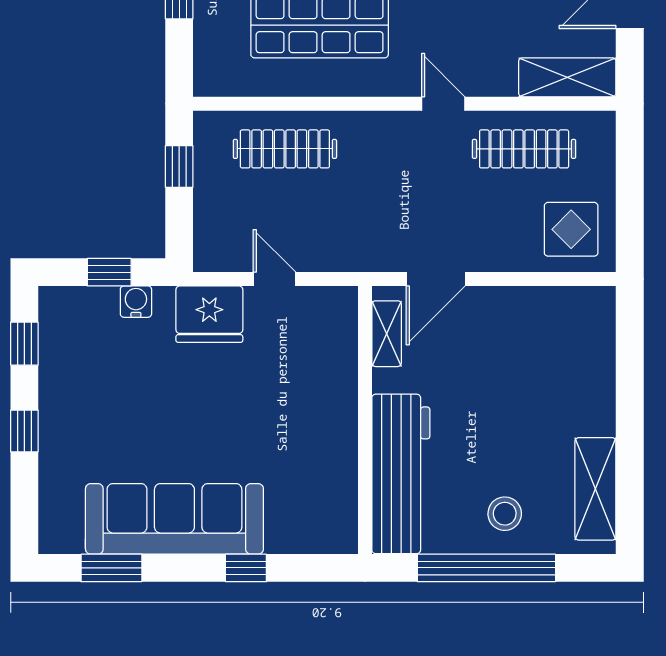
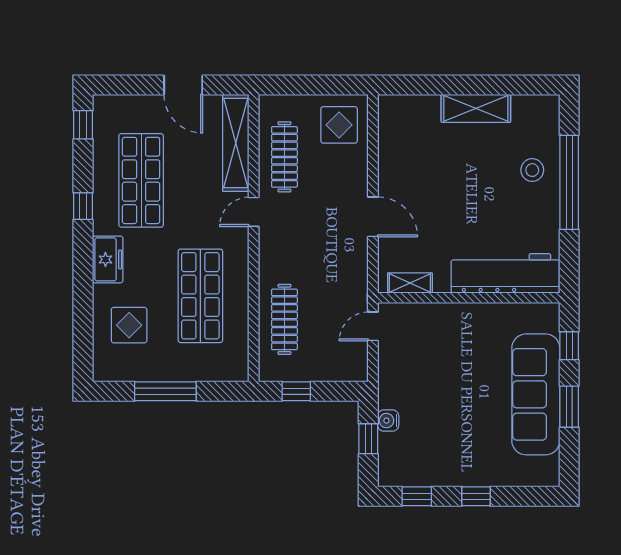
shelving: (567, 77) -> (236, 143), width x1.47
fridge: (209, 314) -> (397, 371), removed
shelving: (387, 334) -> (410, 283), moved
wall: (365, 420) -> (469, 298), moved
workbench: (401, 474) -> (505, 273), moved
shelving: (595, 489) -> (476, 108), moved
window: (111, 568) -> (569, 407), moved

